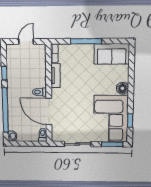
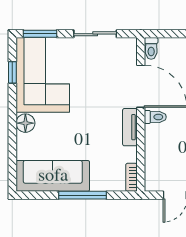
sofa: (112, 54) -> (53, 176), width x1.36
tv unit: (55, 76) -> (130, 127), moved

